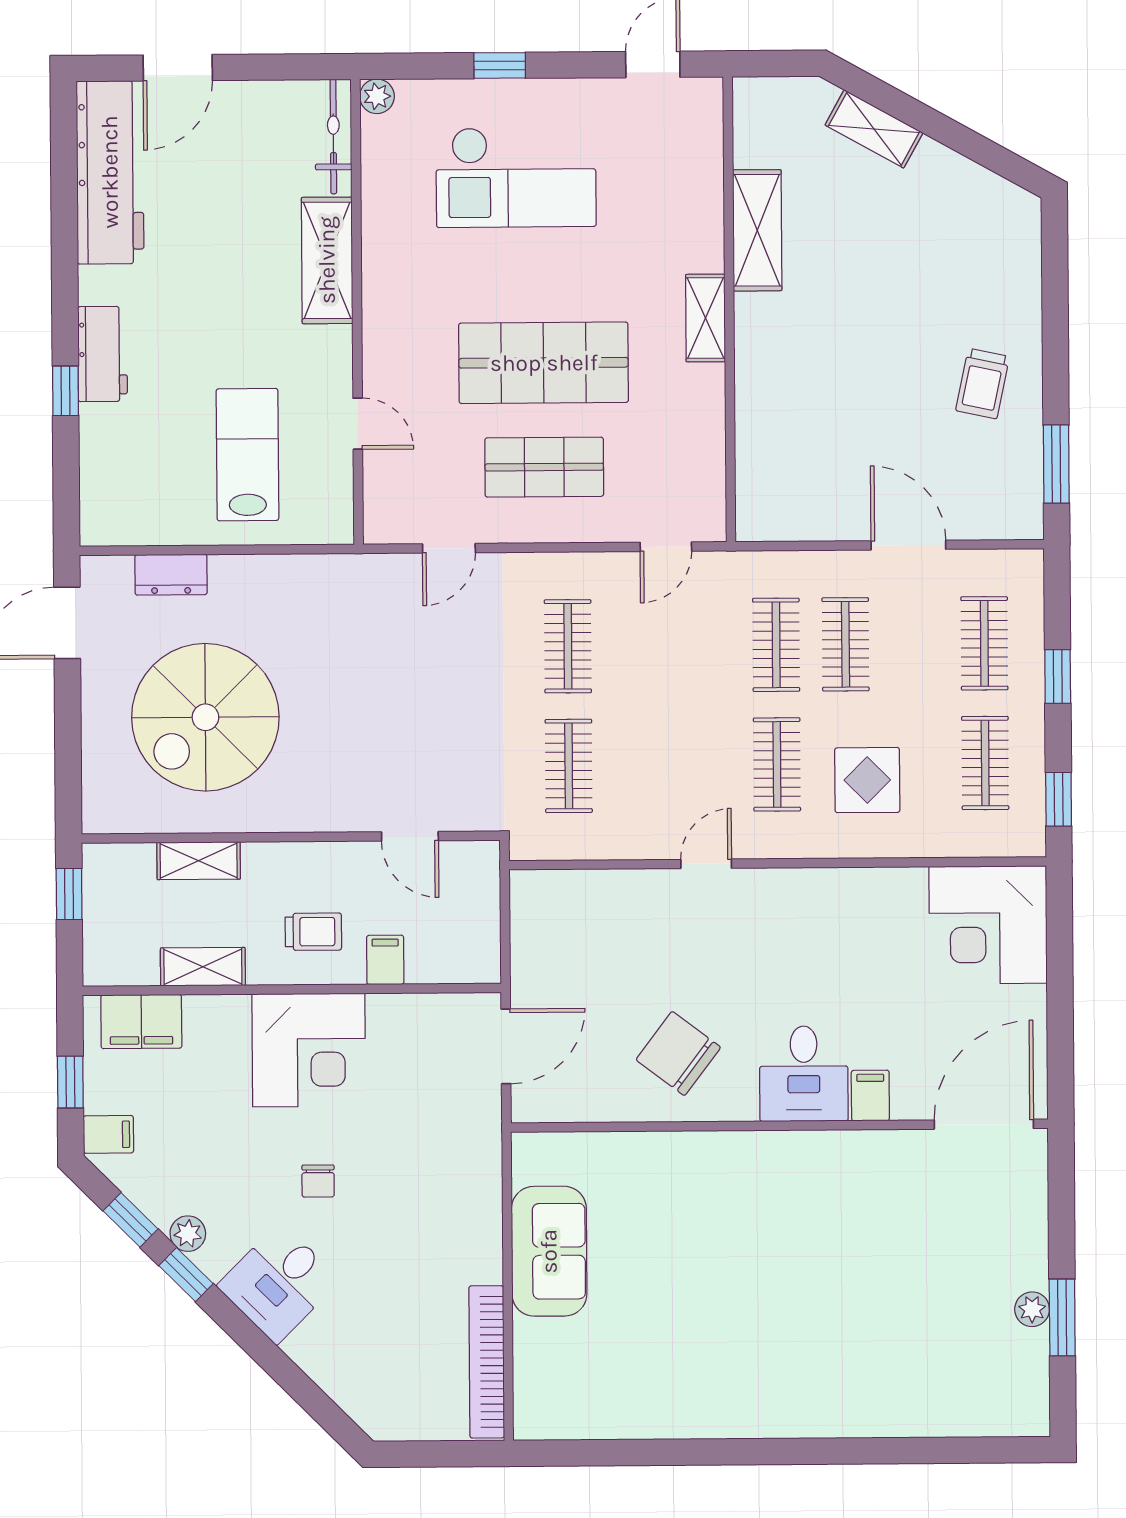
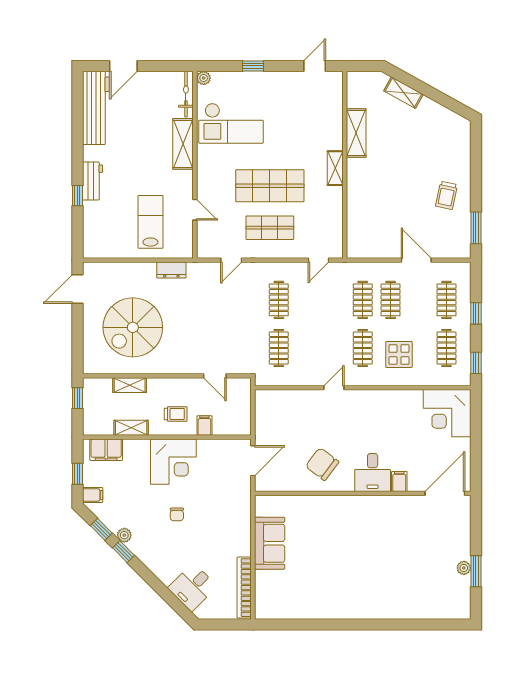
checkout: (516, 177) -> (231, 123), moved
dresser: (171, 575) -> (171, 270), moved
desk: (279, 1283) -> (192, 587), moved

